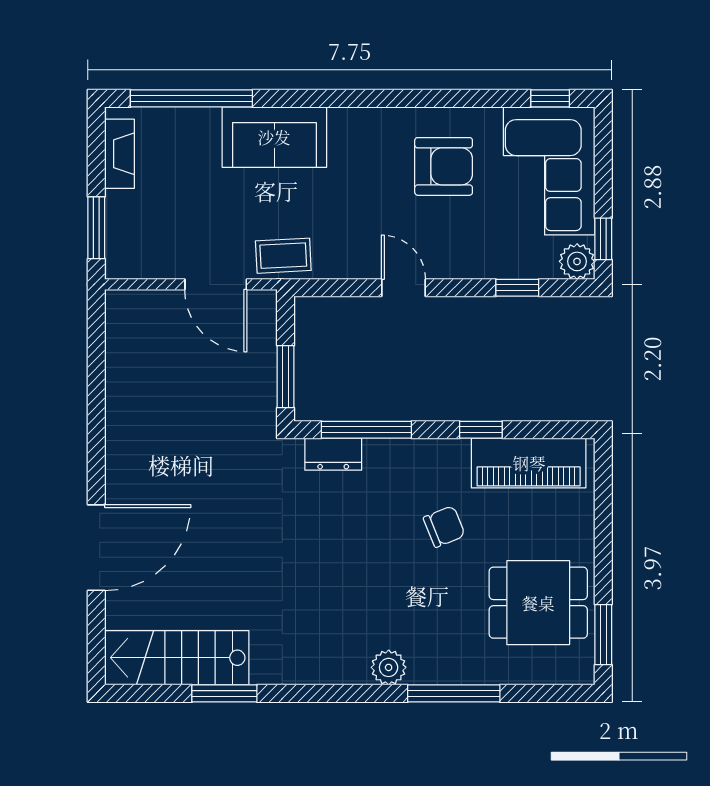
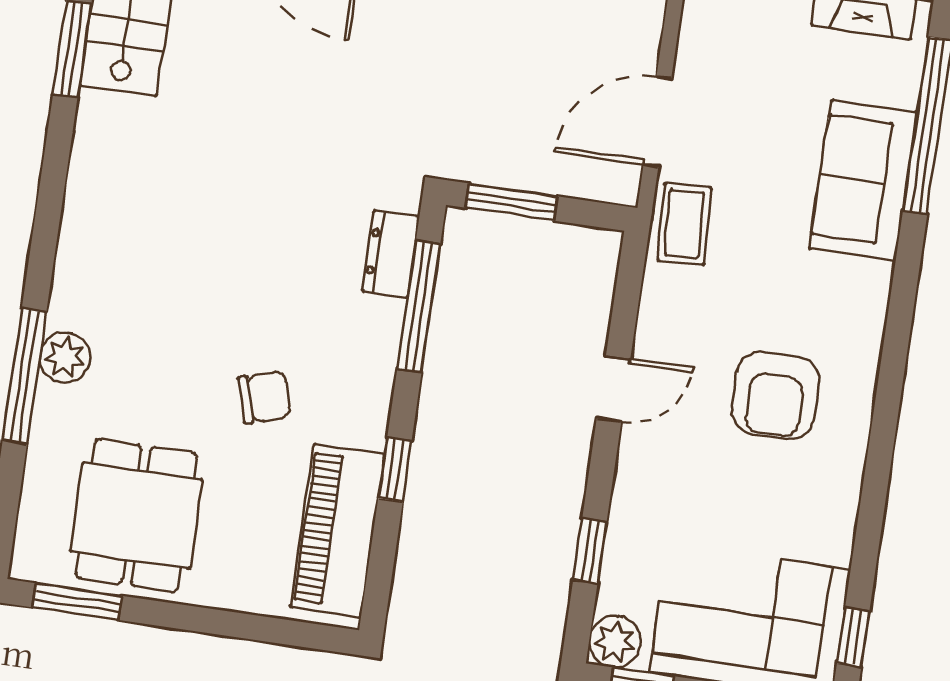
sofa: (274, 137) -> (863, 181), moved
armchair: (444, 166) -> (776, 395), moved
chair: (444, 527) -> (264, 397), turned -84
plant: (389, 667) -> (65, 358), moved

